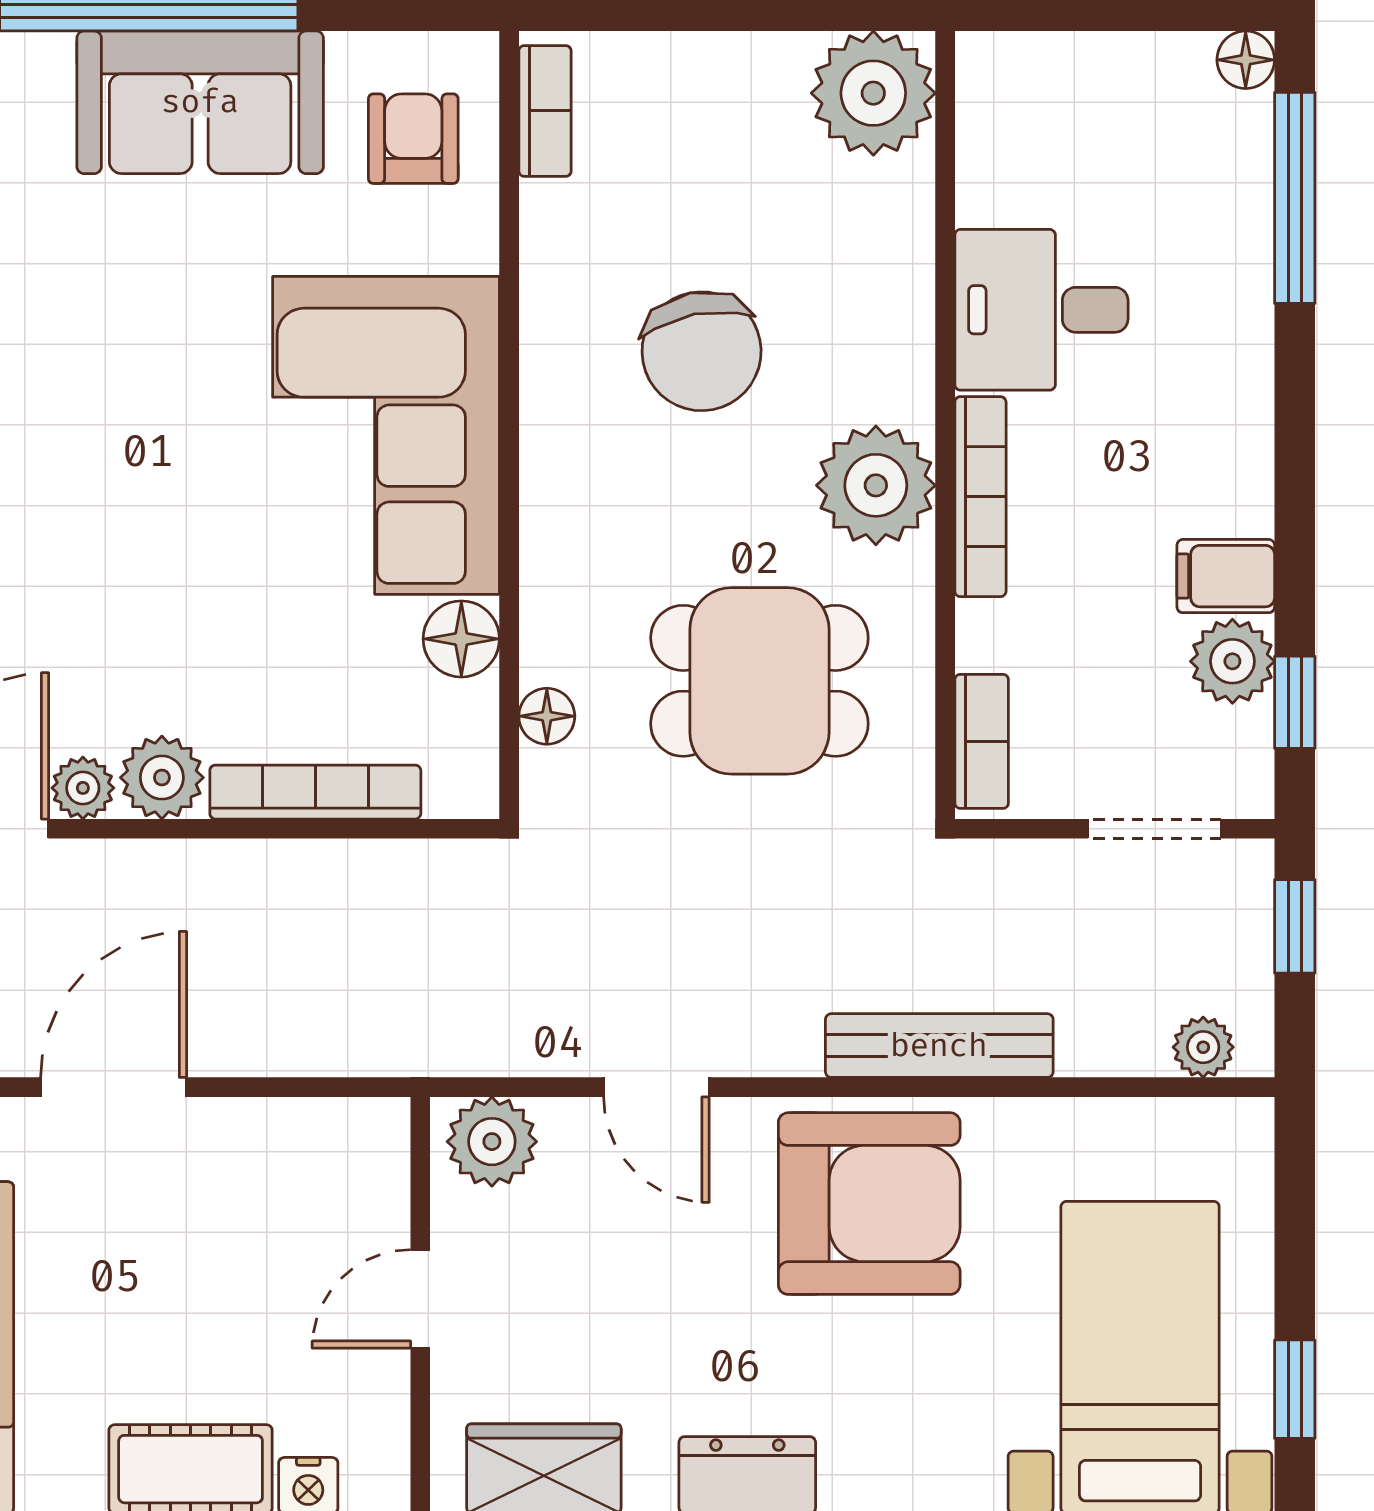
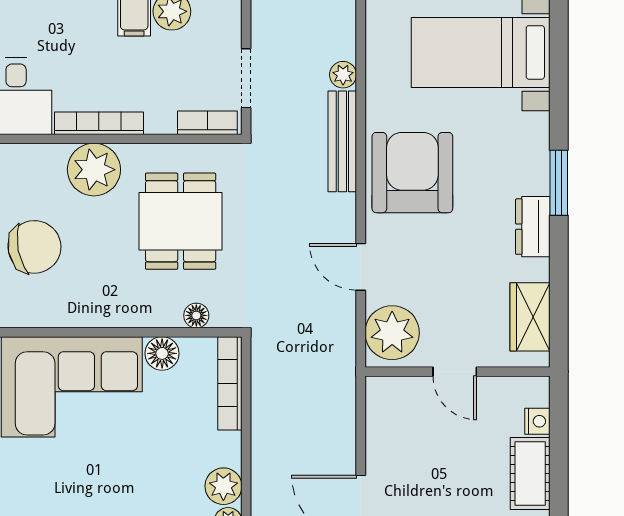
bookcase: (315, 792) -> (230, 383), moved
doorway: (1155, 829) -> (246, 78), moved
plant: (1203, 1047) -> (343, 75), moved
door: (656, 1087) -> (361, 267), swing flipped
plant: (492, 1142) -> (392, 333), width x1.36, depth x1.36

